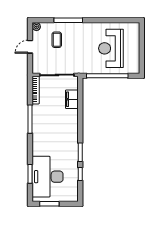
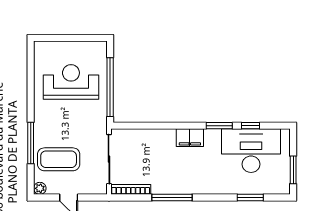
coffee table: (57, 40) -> (59, 159), width x1.86, depth x1.72
reception desk: (111, 48) -> (71, 82), turned 180
filing cabinet: (72, 99) -> (190, 138), moved
desk: (48, 177) -> (251, 151), moved, turned 180

